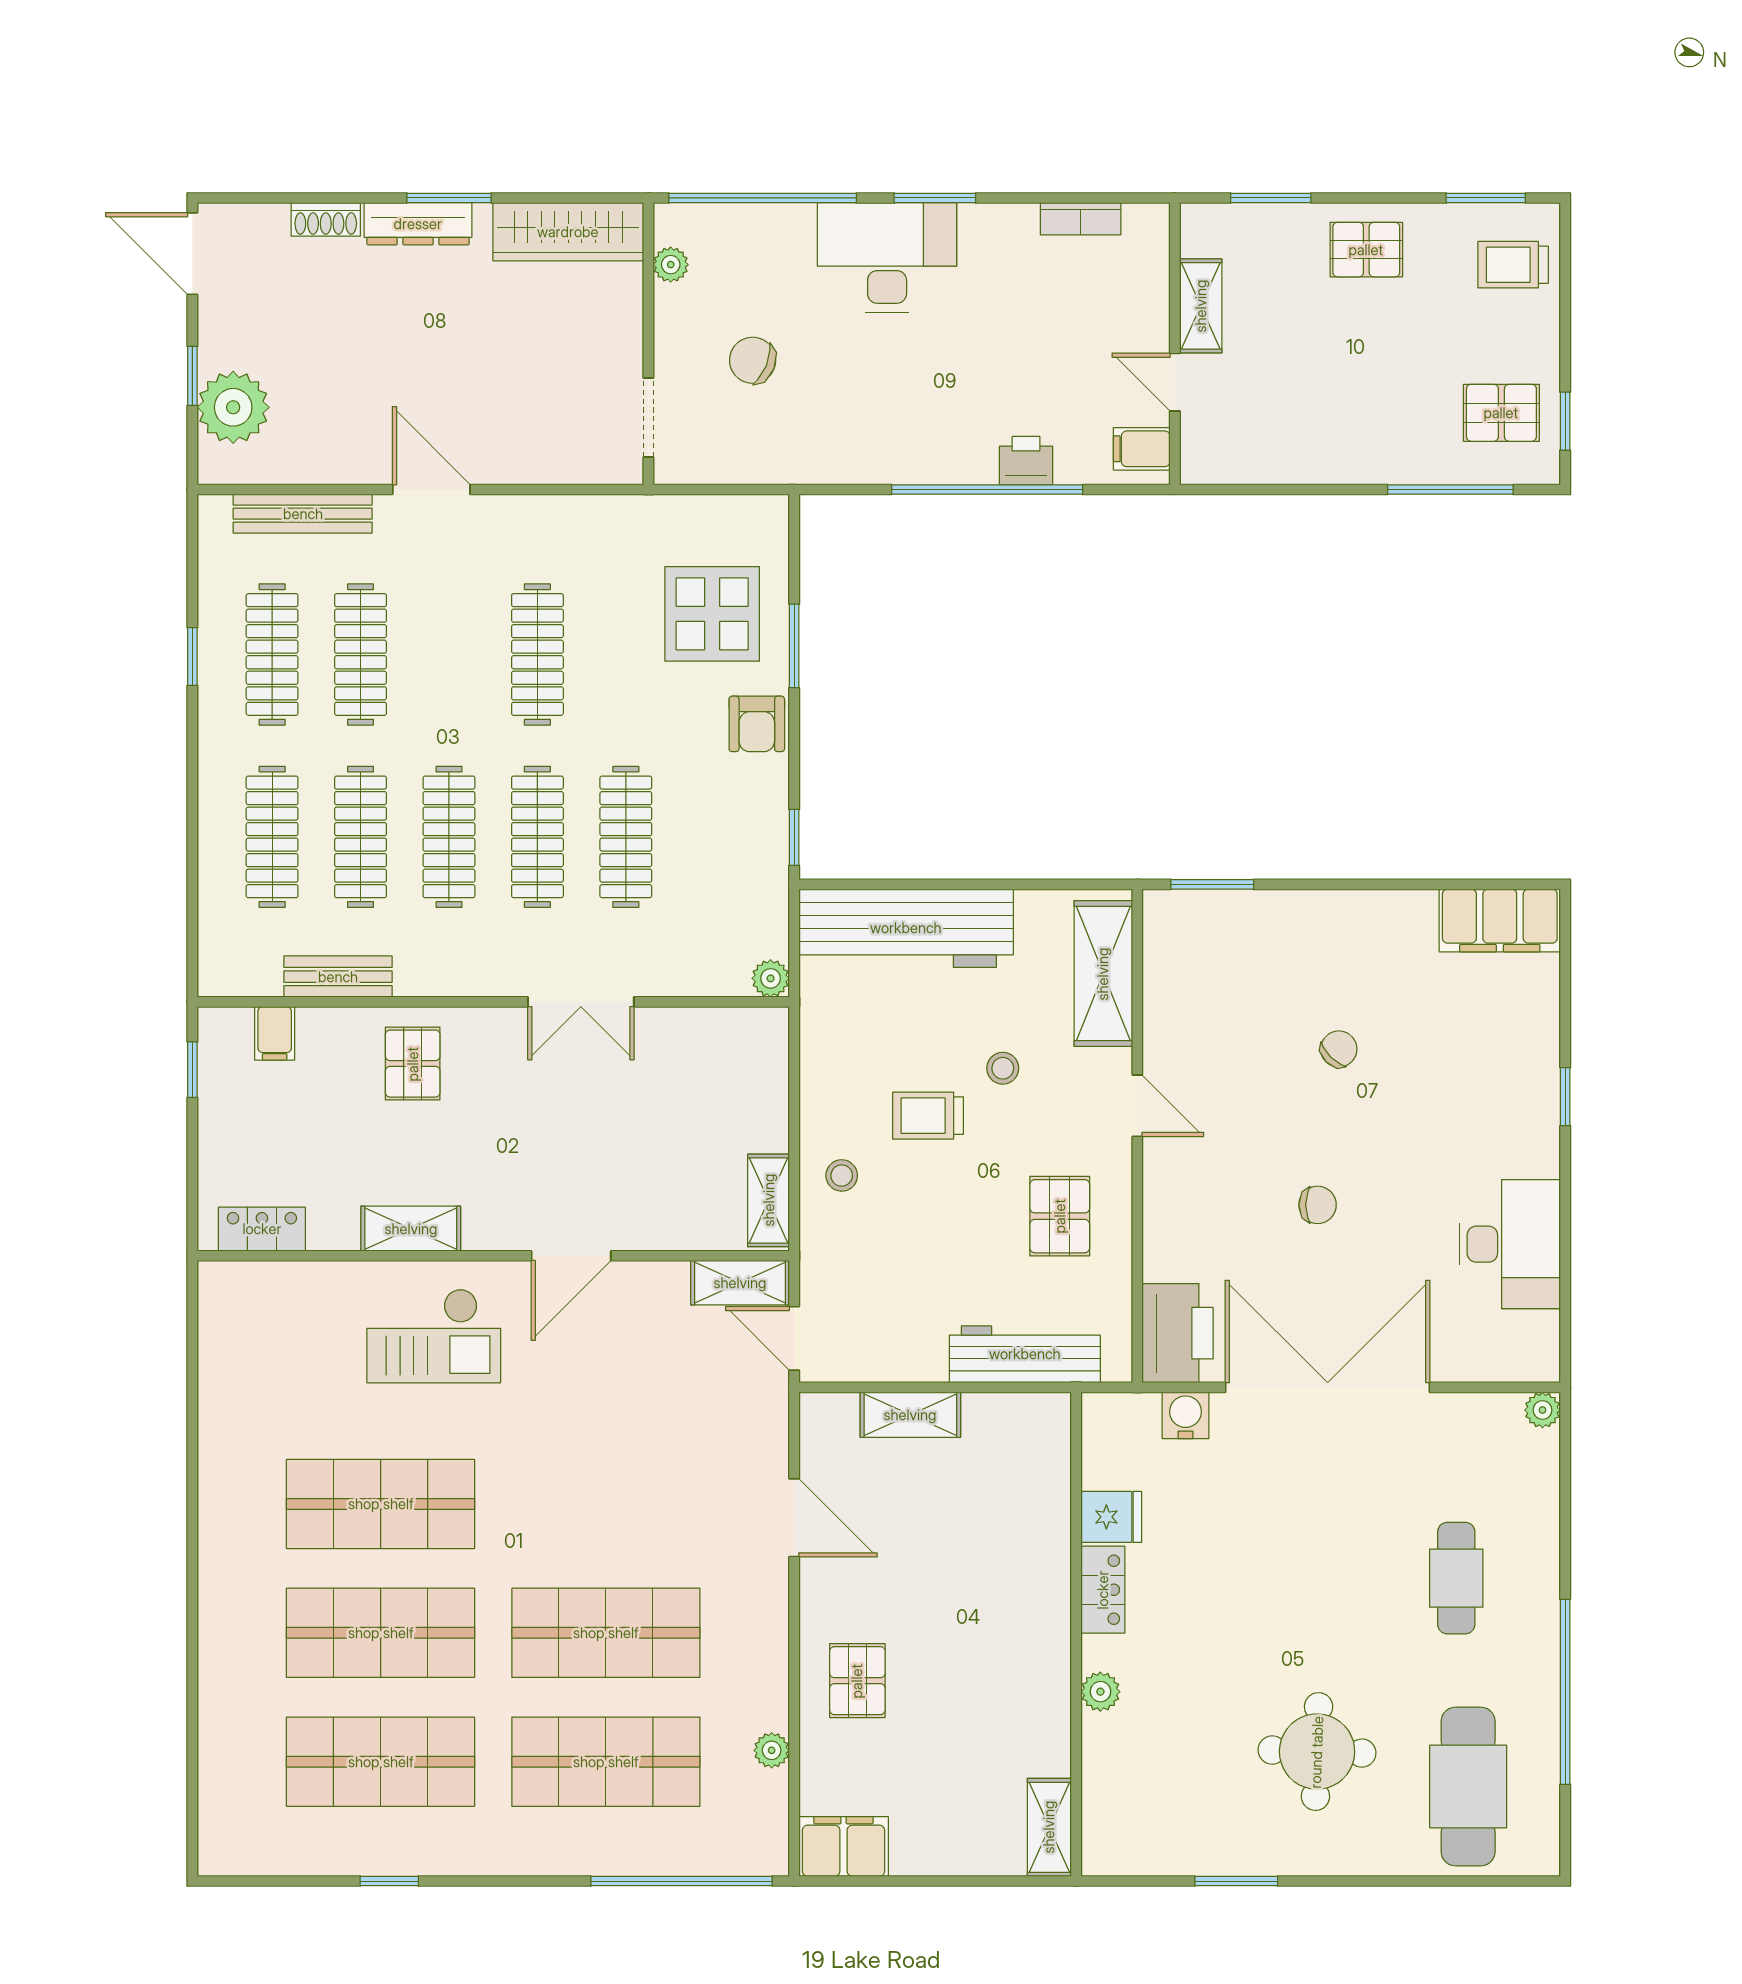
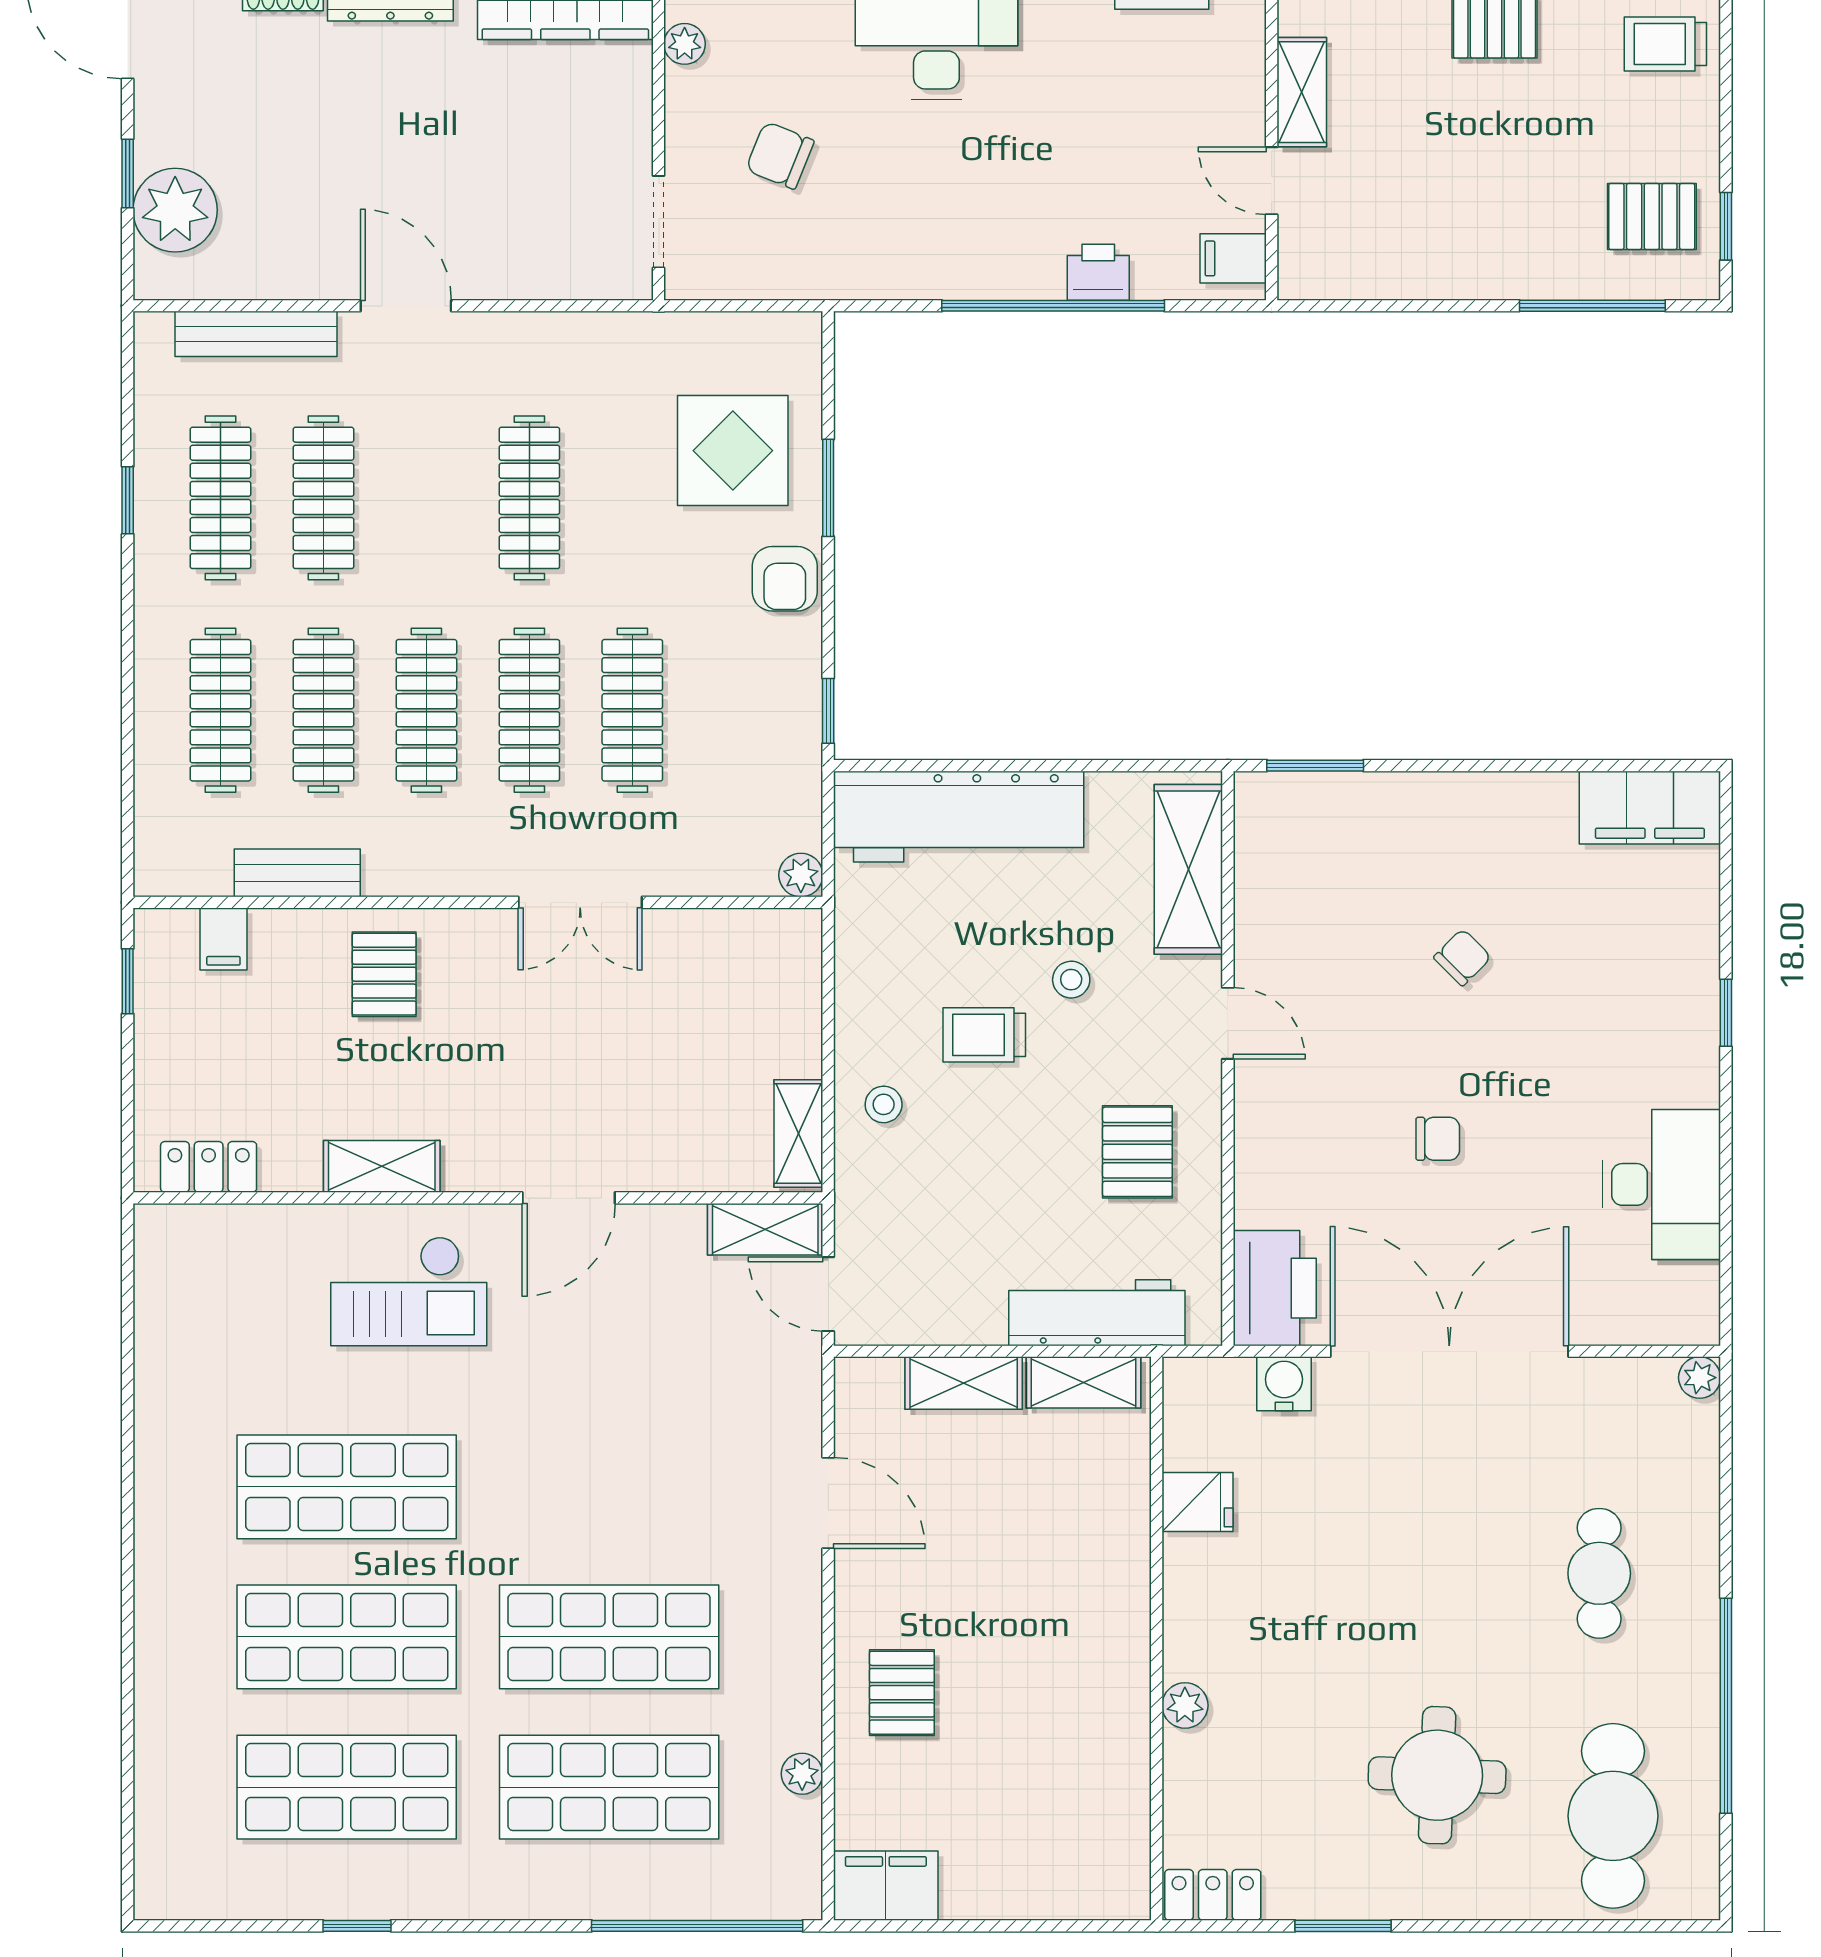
locker: (1103, 1590) -> (1213, 1895), moved, turned -90
shelving: (1049, 1827) -> (1083, 1382), moved, turned 90

